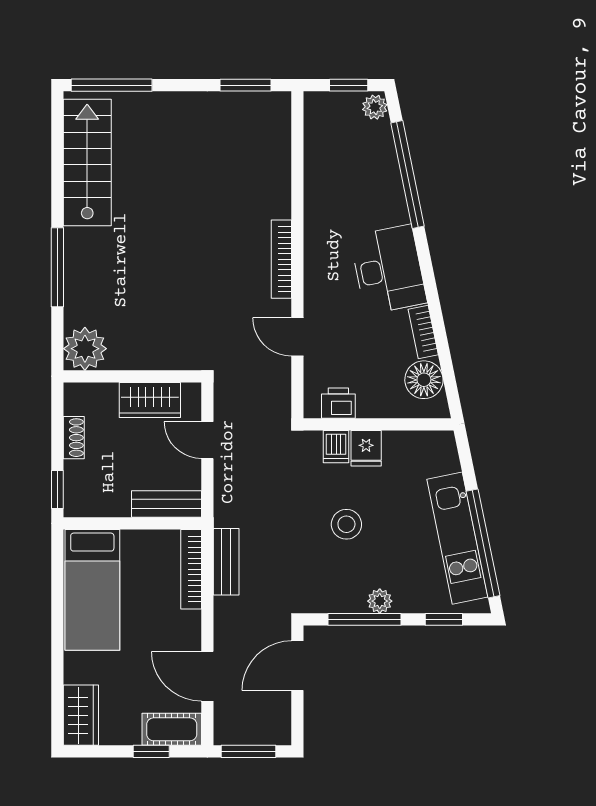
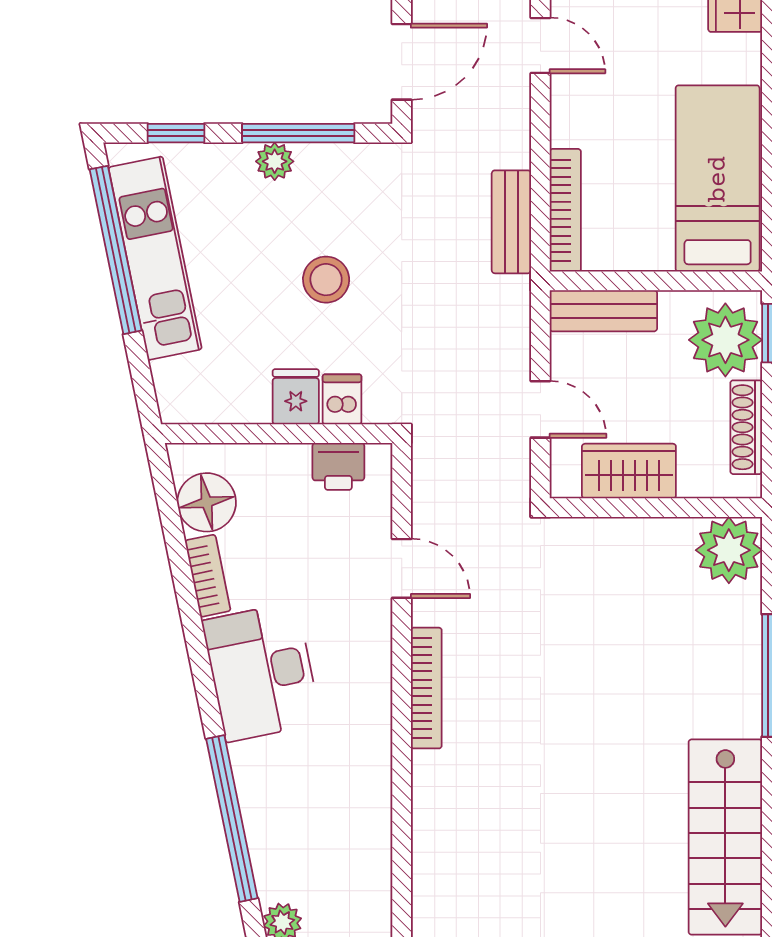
shoe rack: (74, 438) -> (746, 427), width x1.43
plant: (87, 485) -> (725, 340), added
door: (207, 676) -> (540, 45), width x0.73

